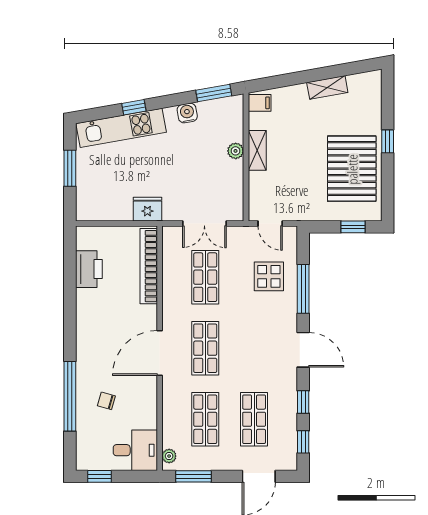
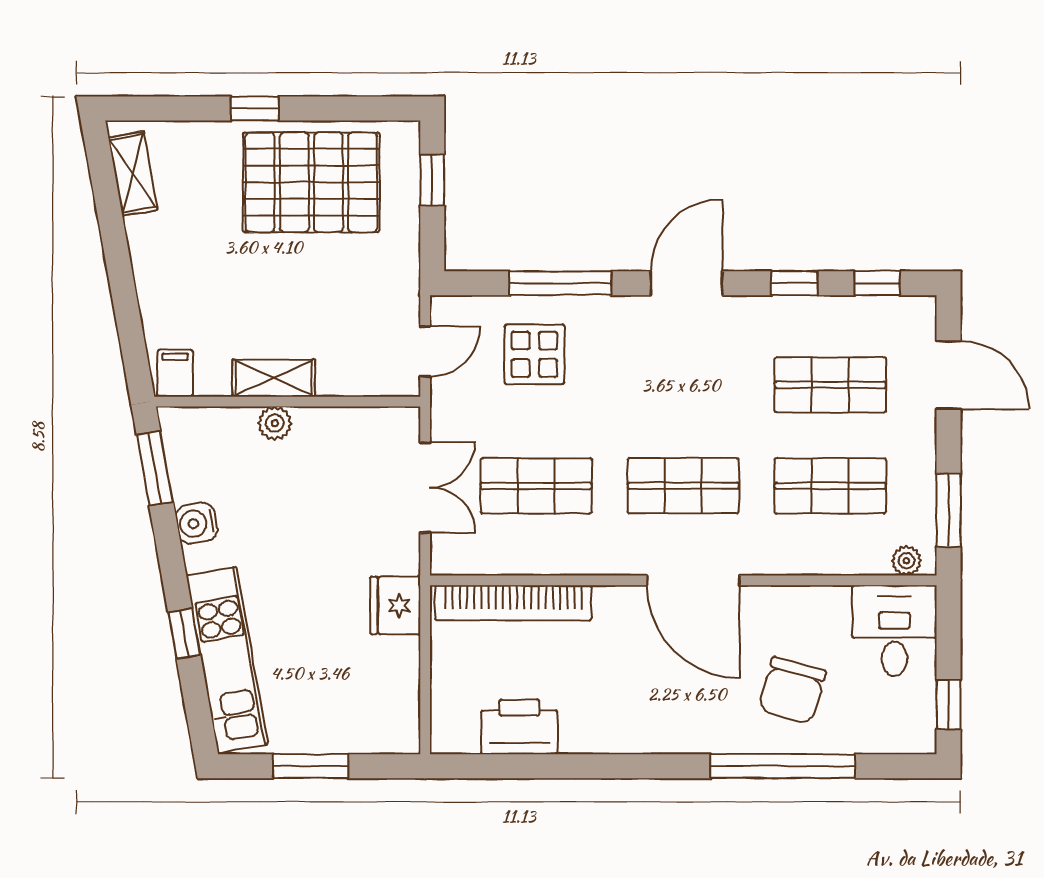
shelving: (327, 87) -> (133, 174), moved
chair: (106, 401) -> (792, 690), width x1.87, depth x1.87

